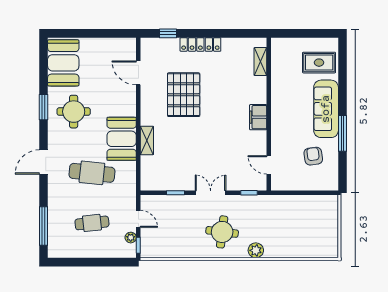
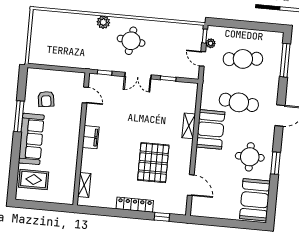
cafe table: (92, 223) -> (243, 59), width x1.37, depth x1.35

